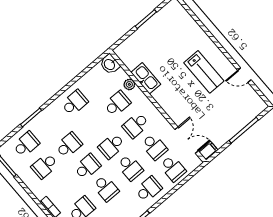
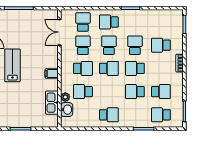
washbasin: (110, 64) -> (67, 110), moved
kitchen sink: (146, 78) -> (52, 103), moved
school desk: (75, 103) -> (109, 115), turned 180
filing cabinet: (208, 151) -> (52, 74), moved

